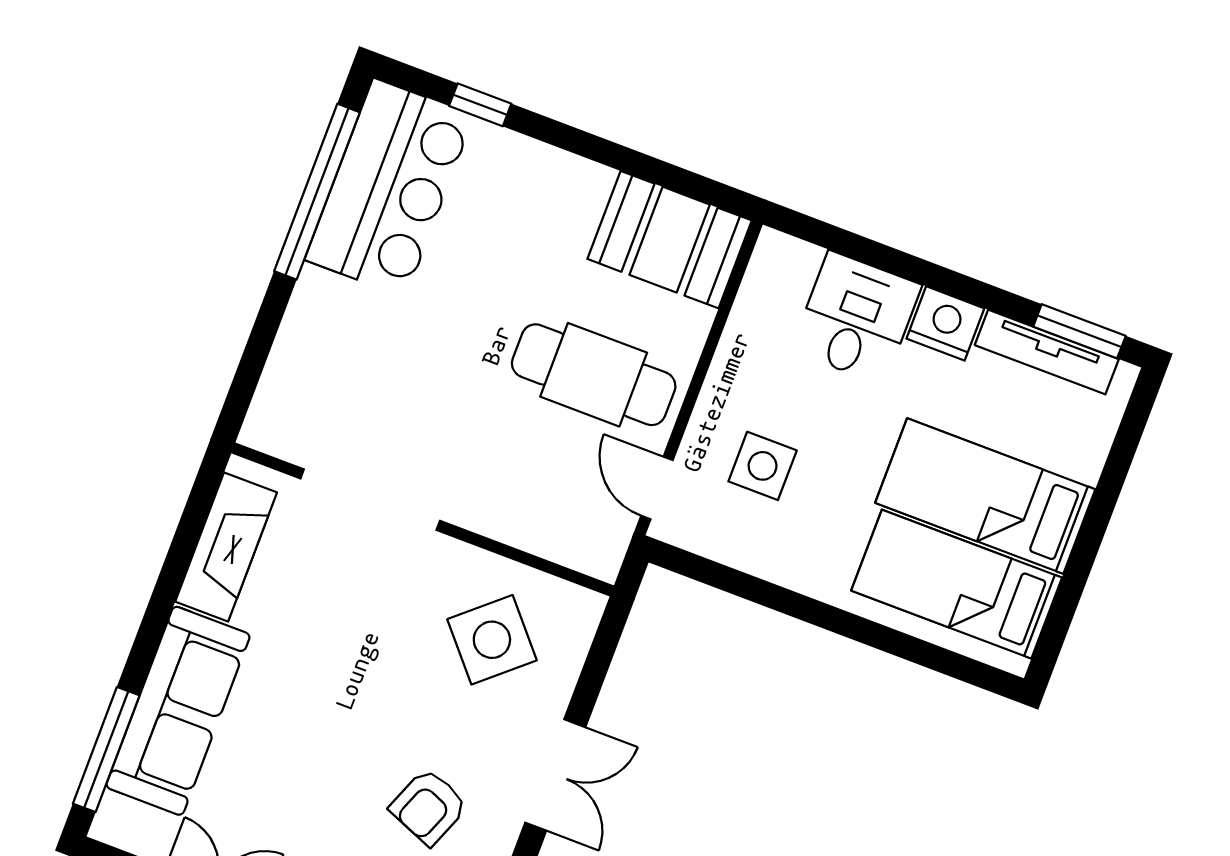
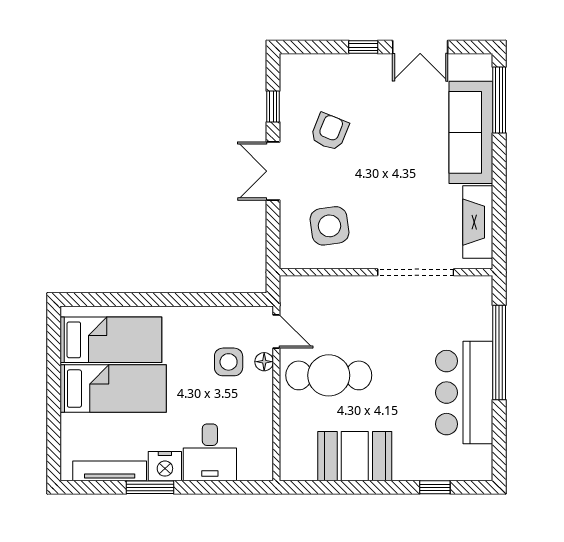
bar counter: (389, 188) -> (464, 393), moved
window: (317, 192) -> (499, 353), moved
booth: (670, 240) -> (355, 456), moved
window: (1079, 331) -> (150, 487), moved
floor lamp: (699, 442) -> (264, 362), added
side table: (492, 640) -> (329, 226), turned 33

